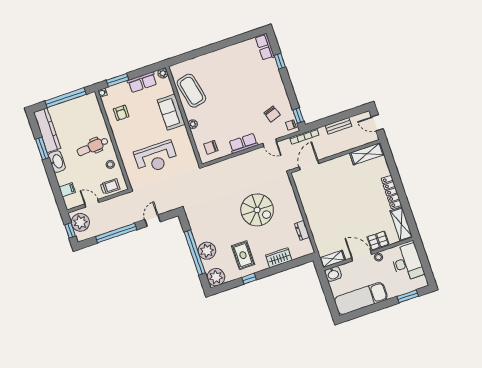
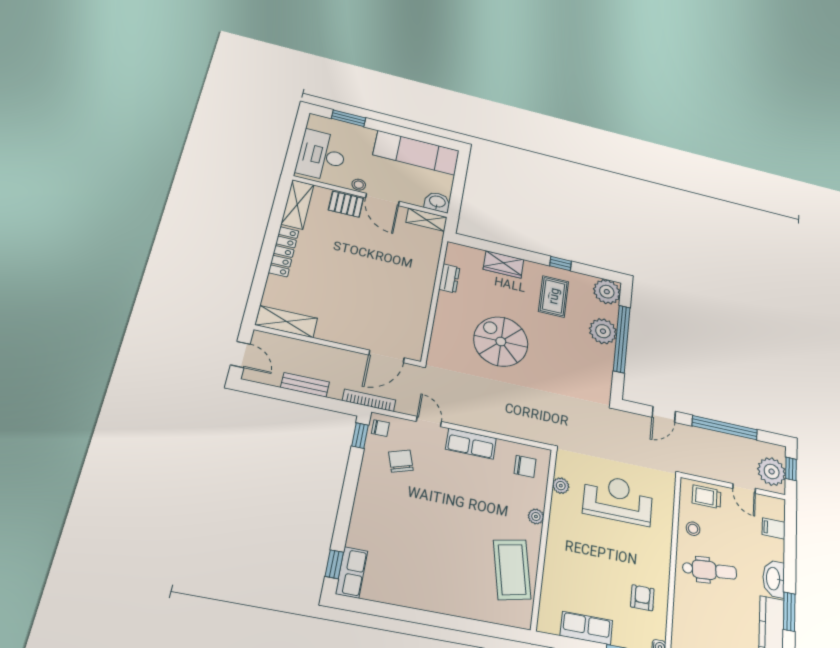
window: (280, 61) -> (334, 564), moved
plant: (163, 73) -> (561, 486), moved
sofa: (171, 112) -> (561, 554), removed

